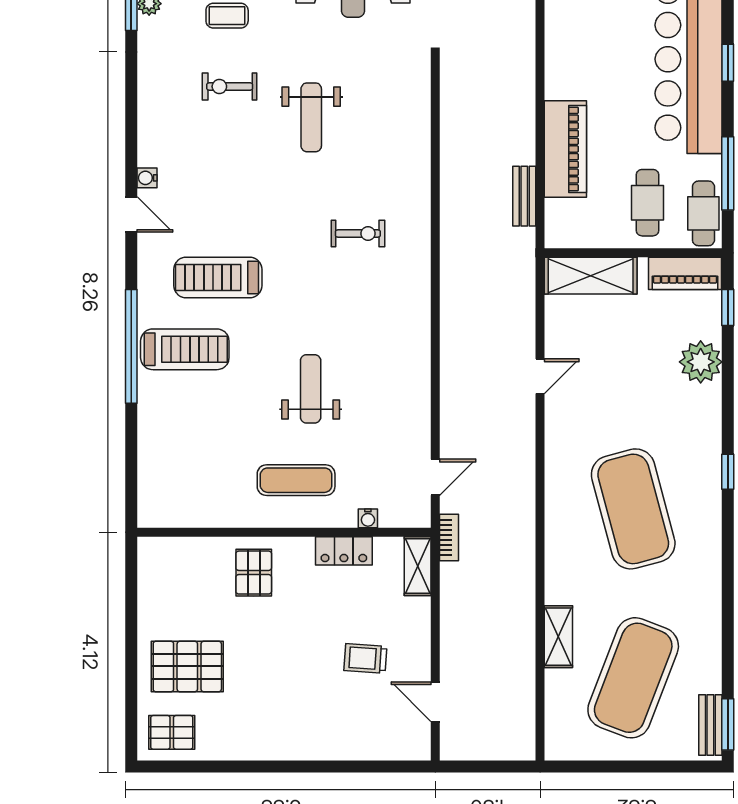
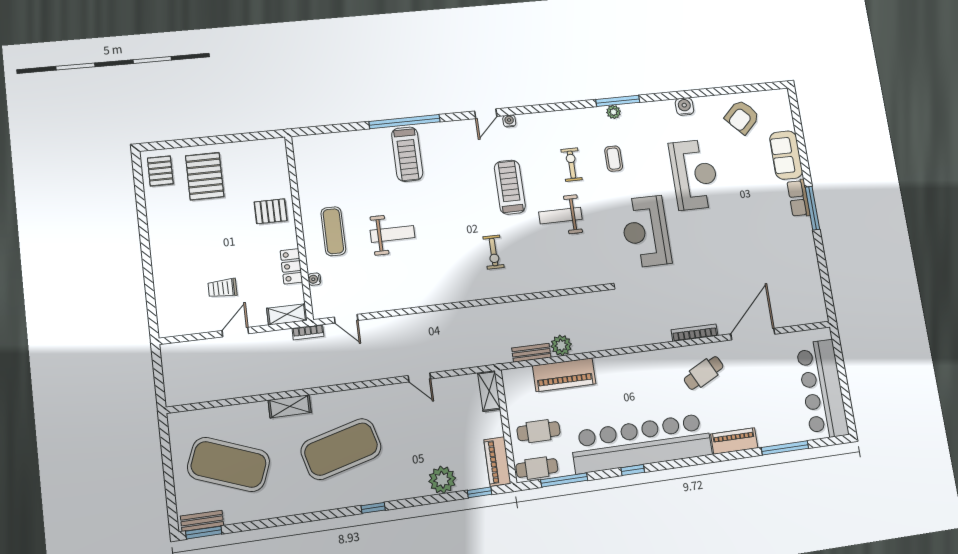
plant: (519, 147) -> (561, 345), added
shelving: (591, 276) -> (489, 391), width x0.67, depth x0.75
treadmill: (218, 278) -> (510, 187), moved
shelving: (558, 637) -> (290, 406), moved
trolley: (365, 658) -> (222, 288), turned -94
door: (435, 702) -> (235, 332), moved

